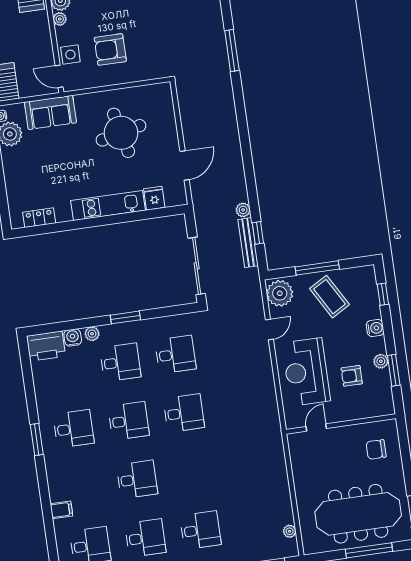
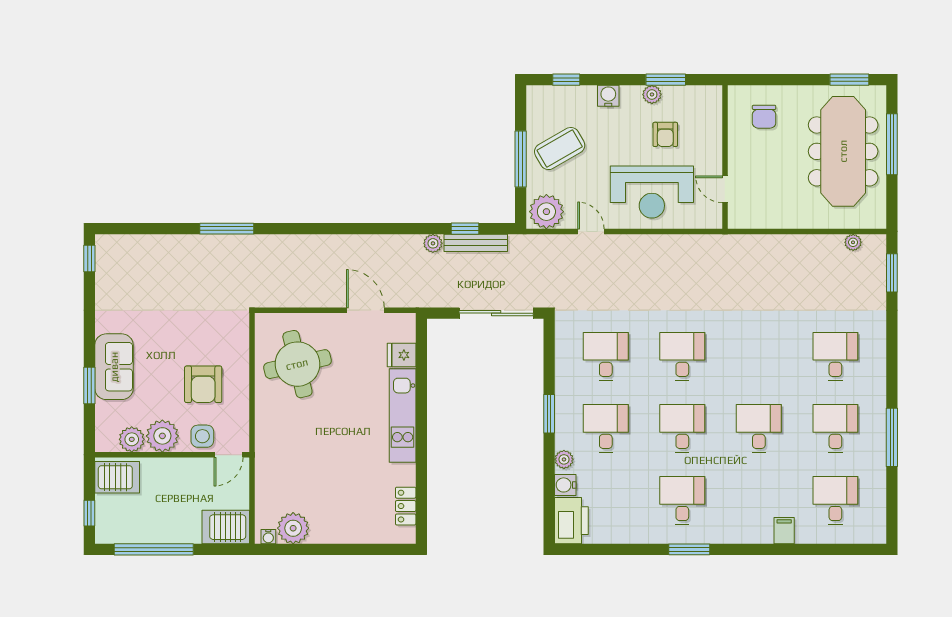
plant: (60, 19) -> (162, 436), width x1.88, depth x1.88
sofa: (50, 112) -> (273, 472), removed
round table: (121, 133) -> (297, 364), moved

